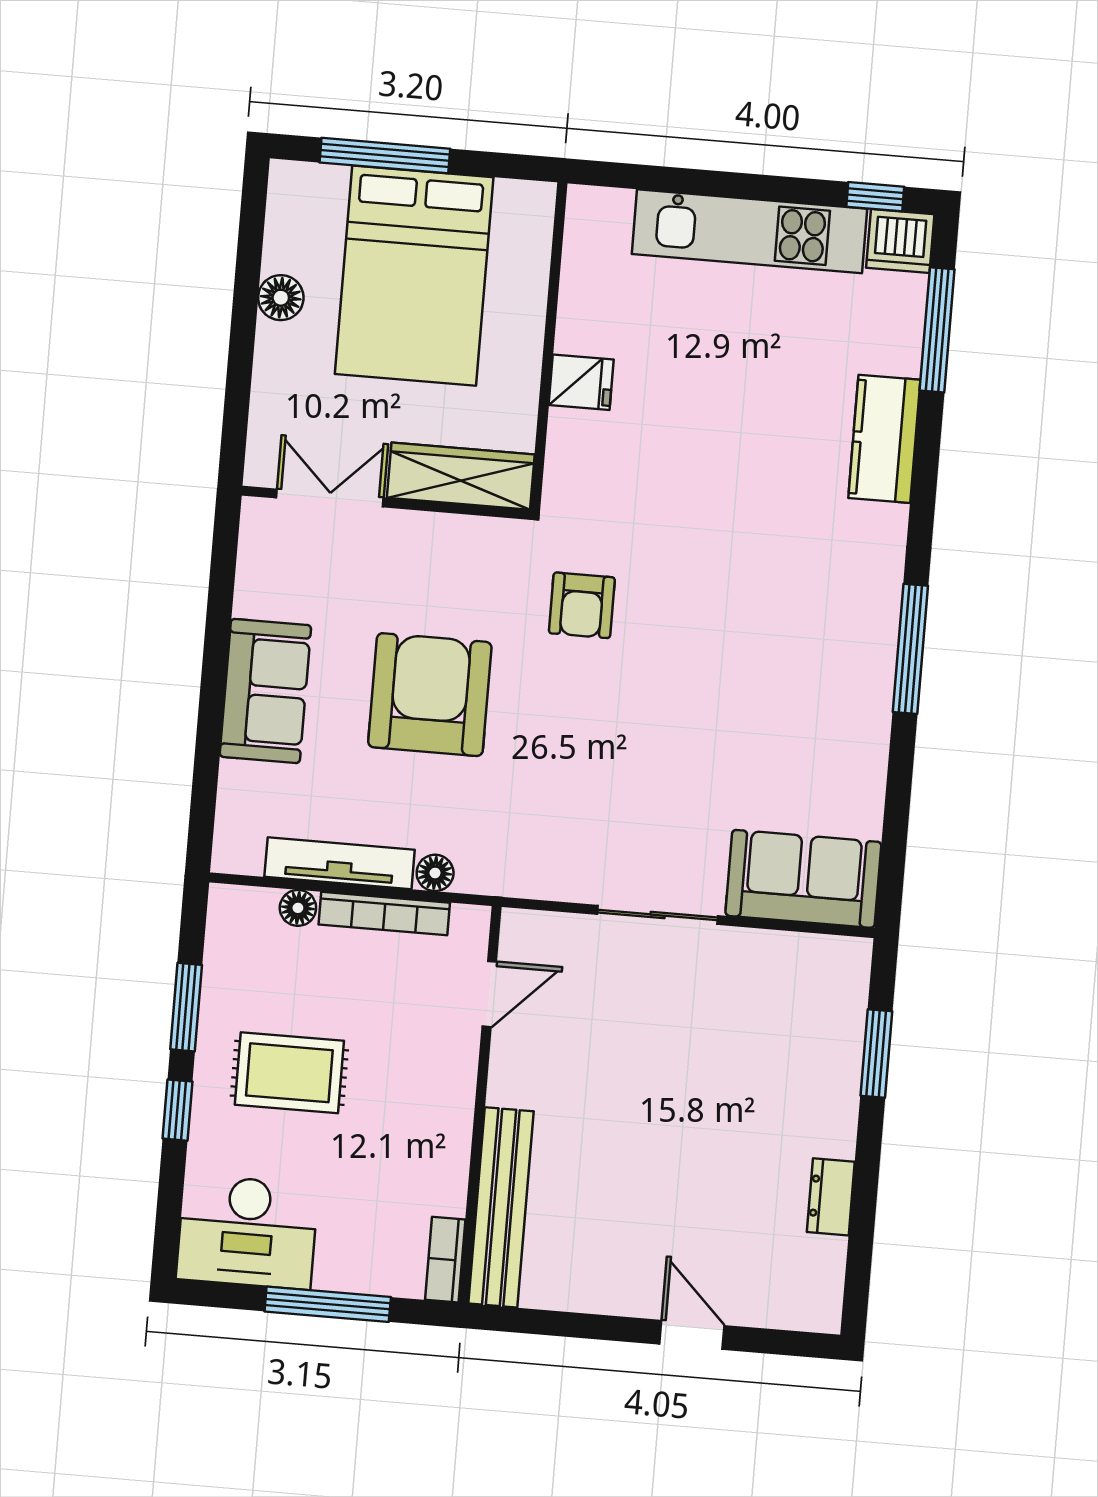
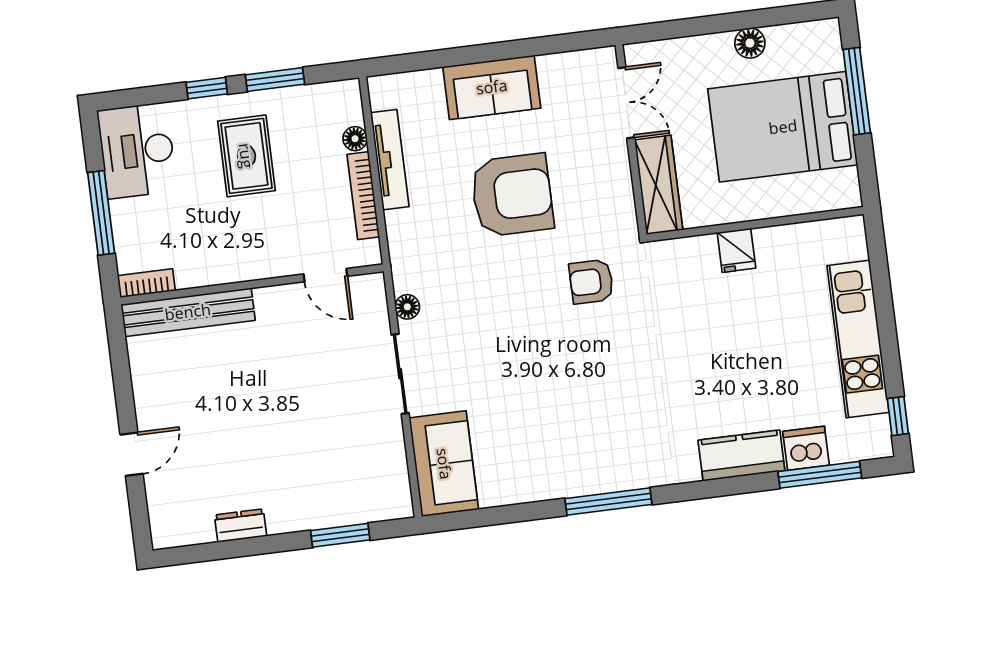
dishwasher: (900, 241) -> (806, 448), moved, turned 90
floor lamp: (435, 873) -> (407, 307), moved

